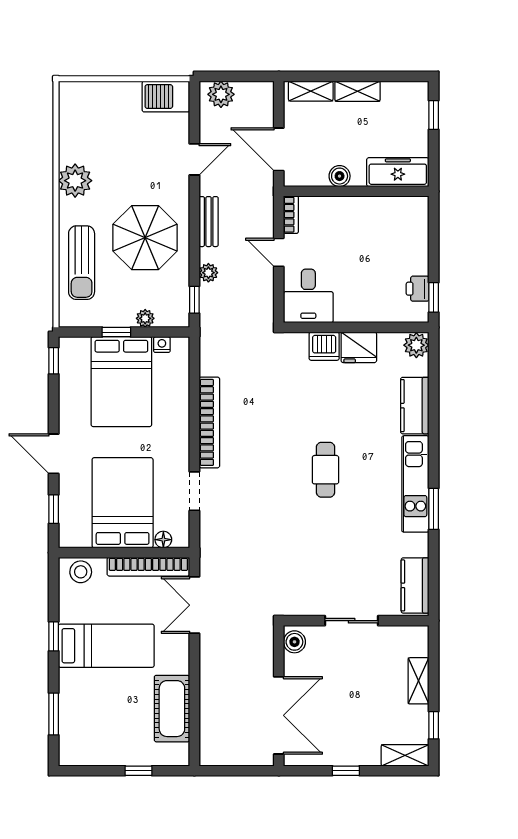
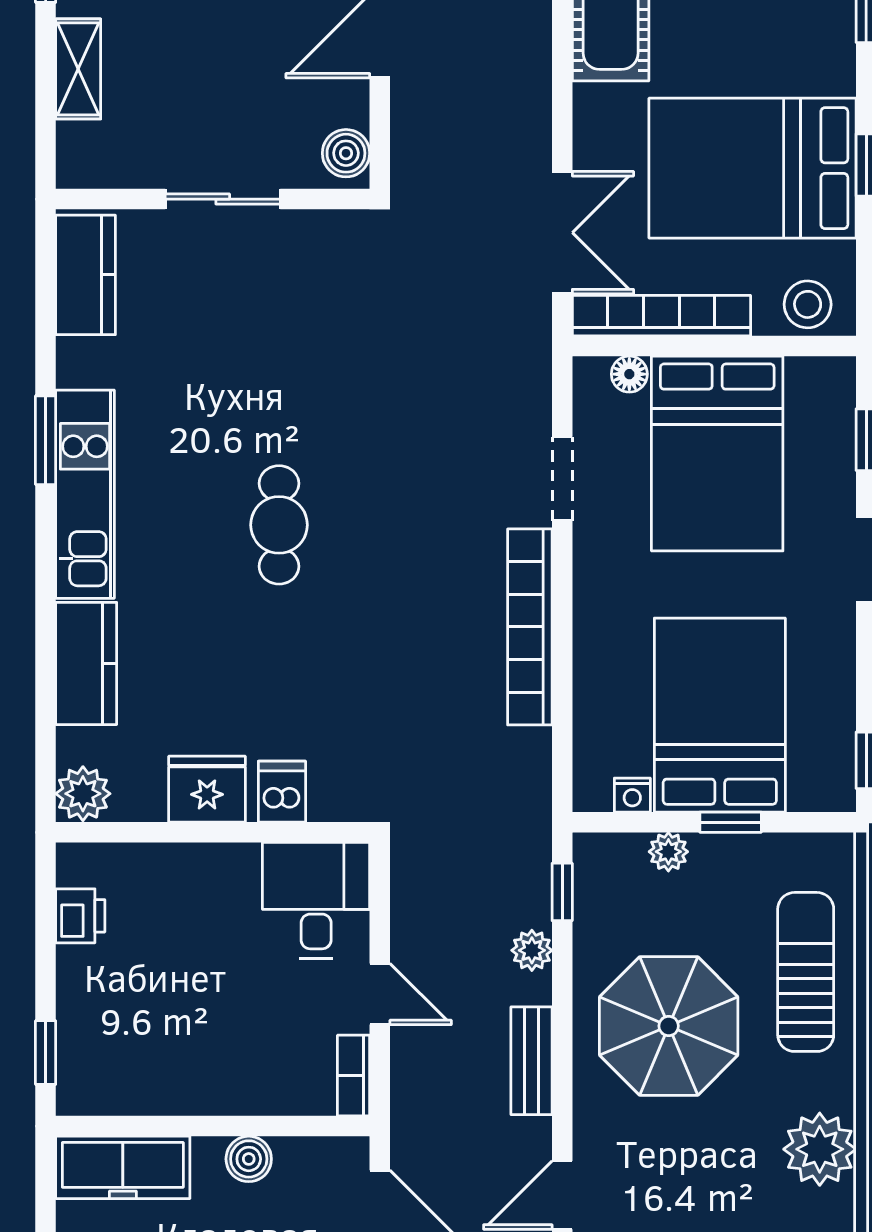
window: (434, 297) -> (46, 1053), moved
dishwasher: (324, 346) -> (282, 792), width x0.73
bed: (106, 646) -> (753, 168), width x1.50

